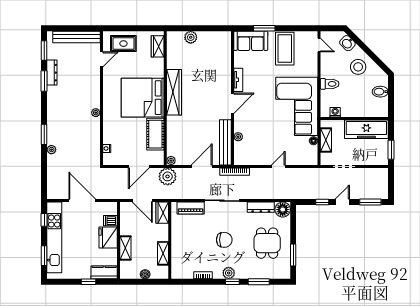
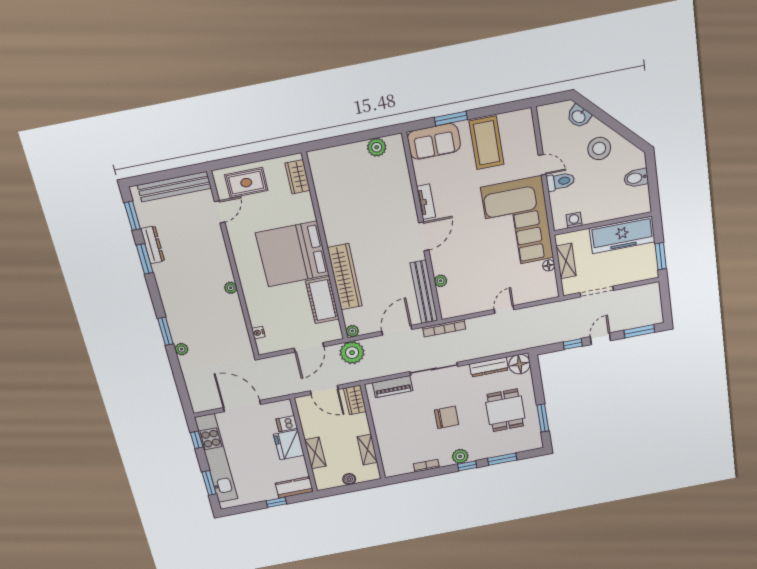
plant: (191, 37) -> (377, 147), moved
door: (319, 45) -> (542, 165), moved
wardrobe: (174, 92) -> (345, 277), moved

